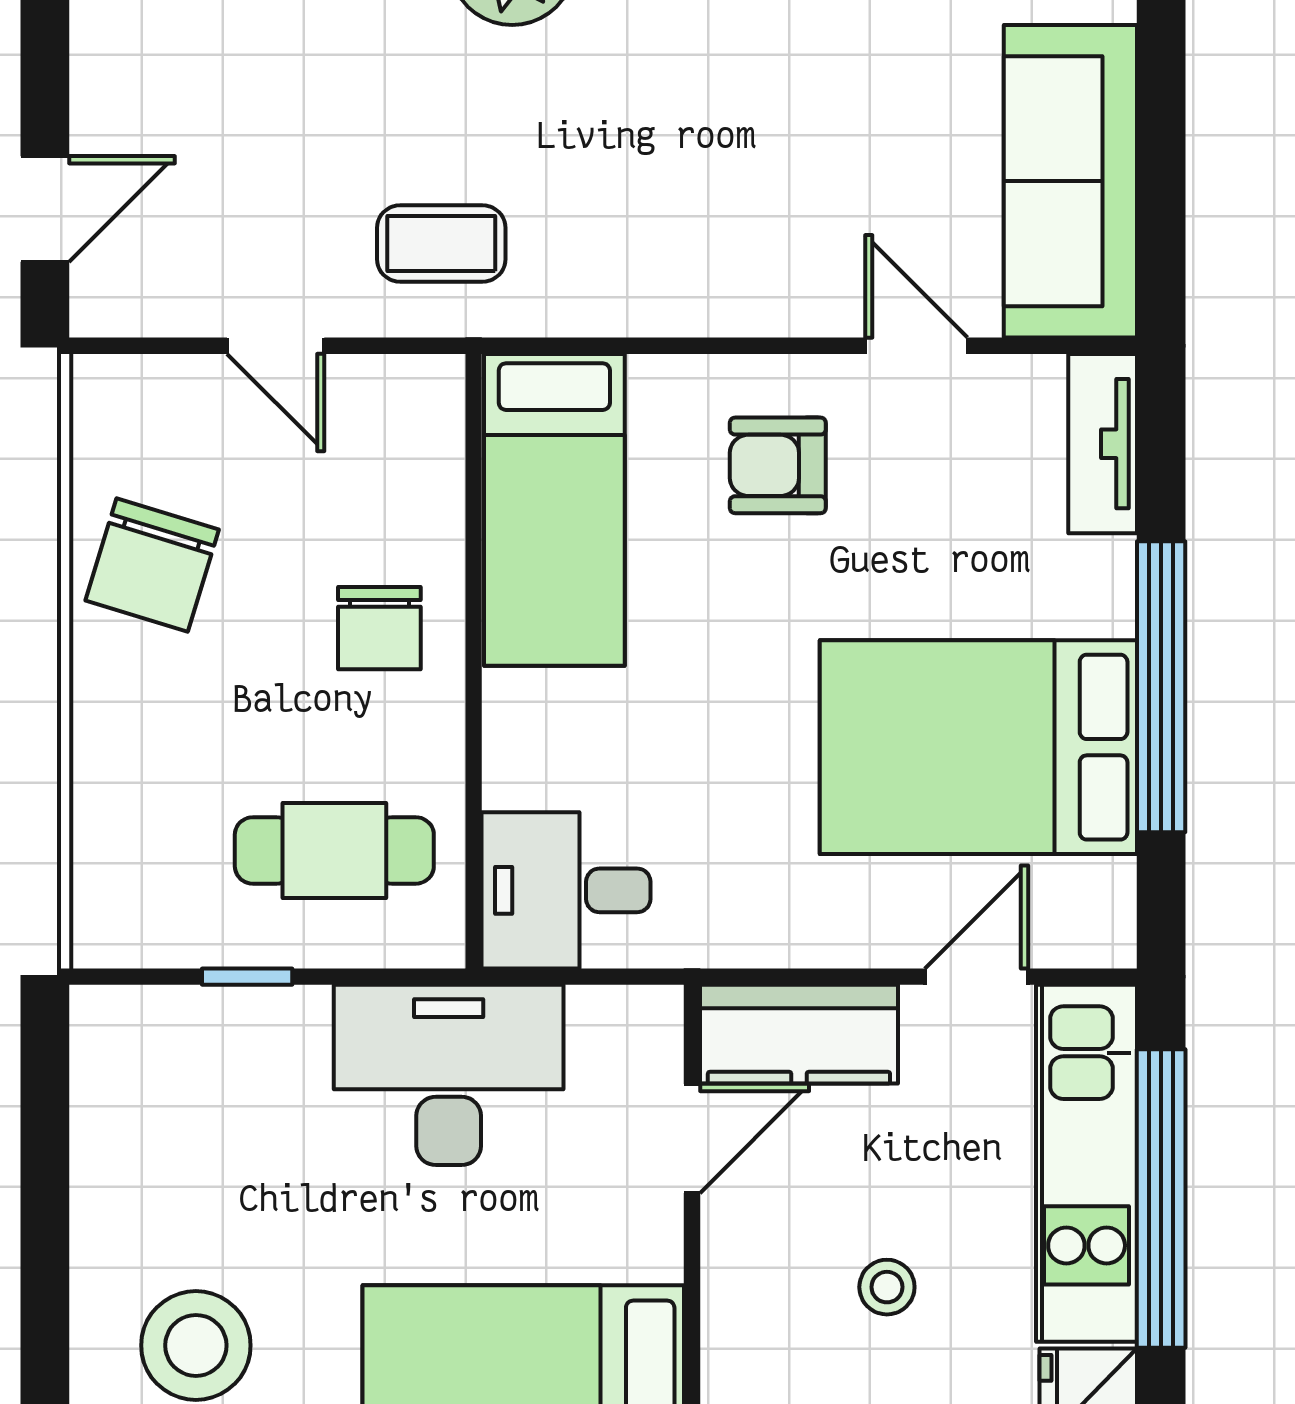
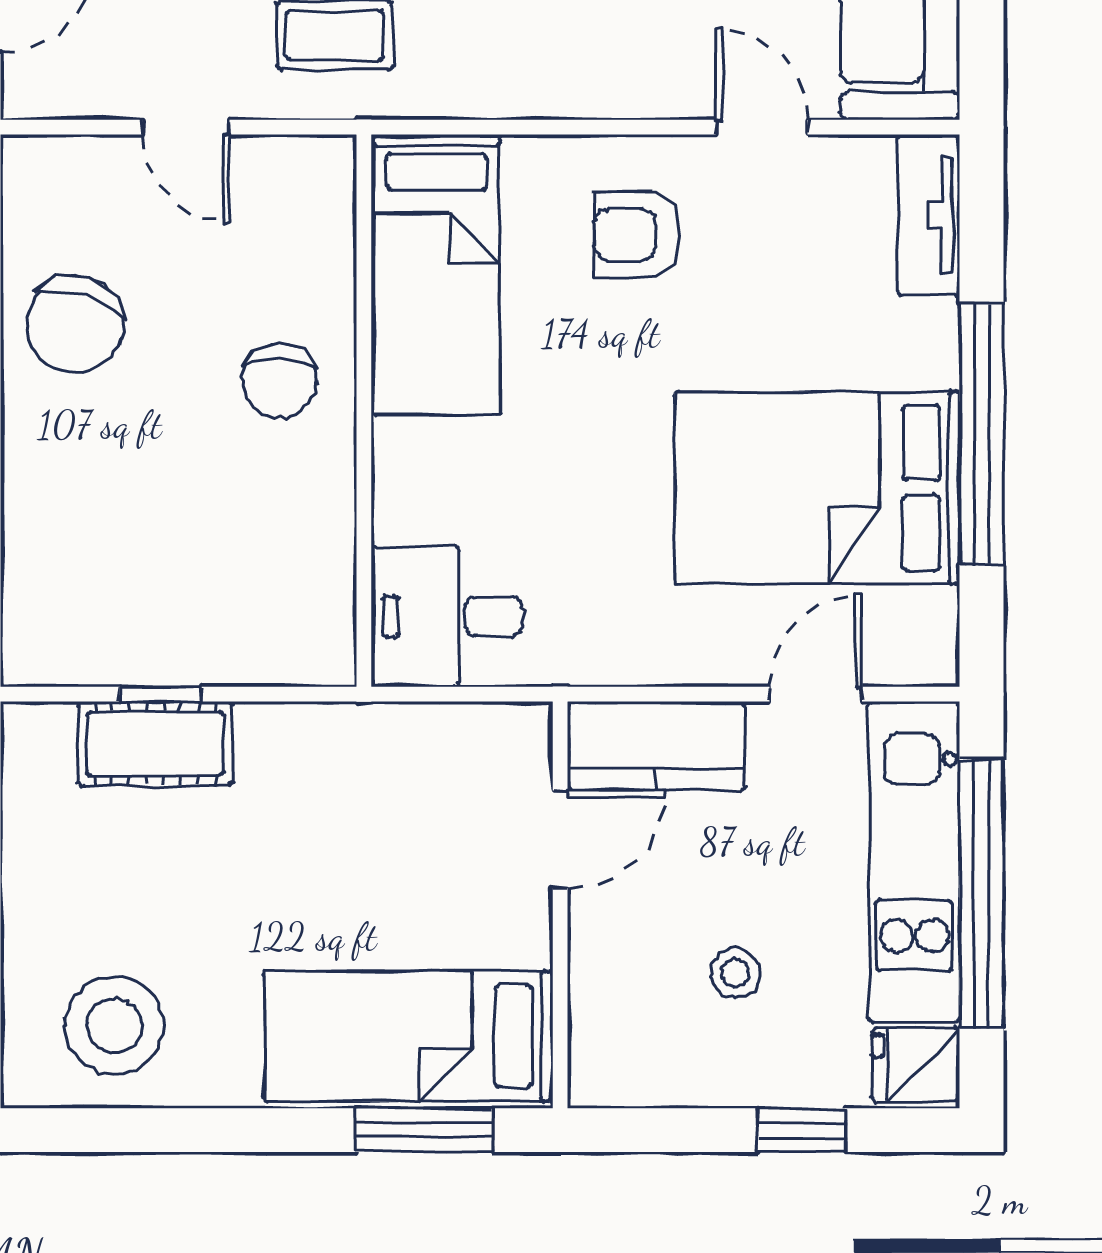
cafe table: (334, 850) -> (239, 581), removed
cot: (241, 1032) -> (155, 743), added
desk: (449, 1075) -> (341, 782), removed

